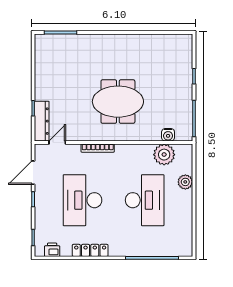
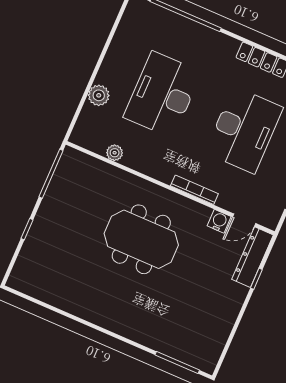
water cooler: (168, 135) -> (219, 221), moved
plant: (164, 155) -> (115, 153), width x0.53, depth x0.53

